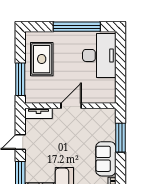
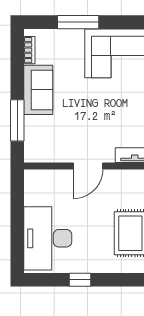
window: (77, 27) -> (80, 280), width x0.32

